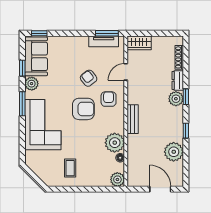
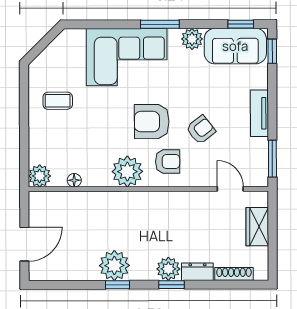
tv unit: (104, 41) -> (259, 113), moved
wardrobe: (139, 43) -> (257, 227), moved
window: (22, 68) -> (241, 24), moved
door: (126, 72) -> (230, 189), moved
armchair: (83, 109) -> (152, 122), turned 90
bench: (133, 119) -> (136, 200), removed
plant: (115, 143) -> (127, 172), moved
plant: (174, 152) -> (114, 265), moved

